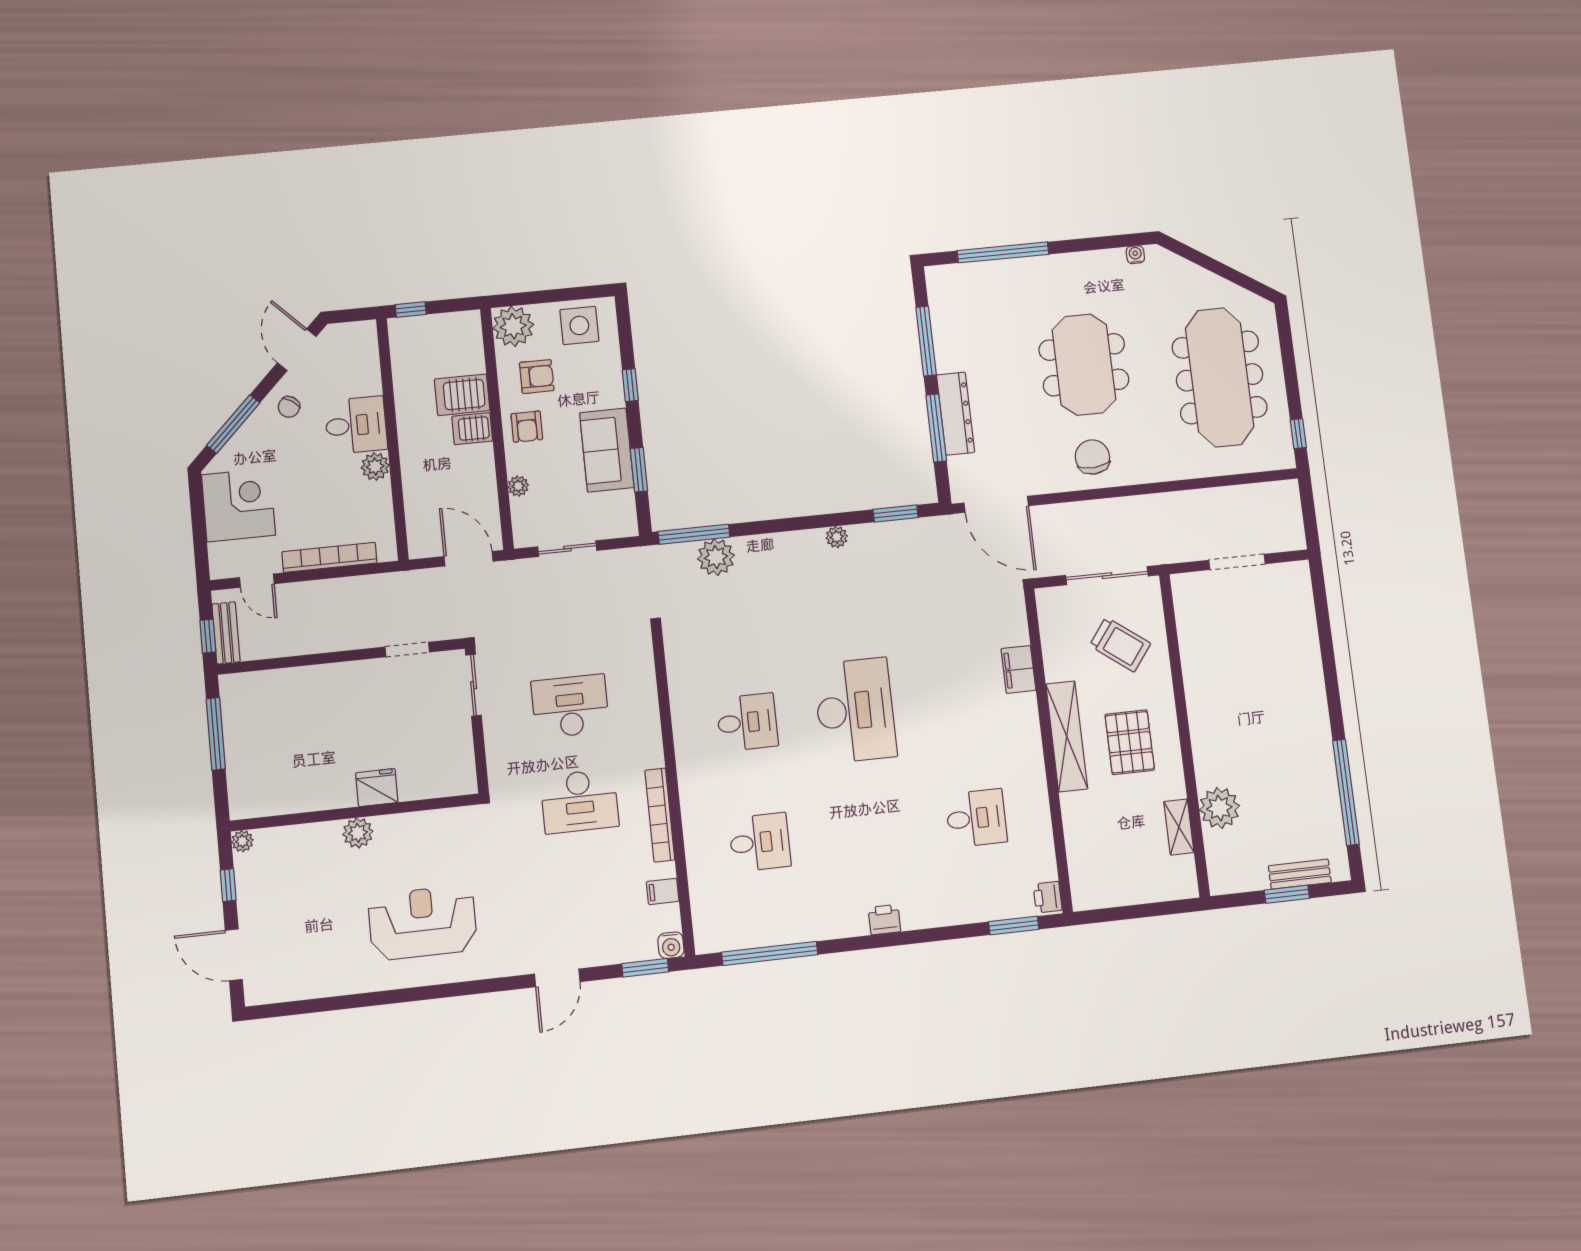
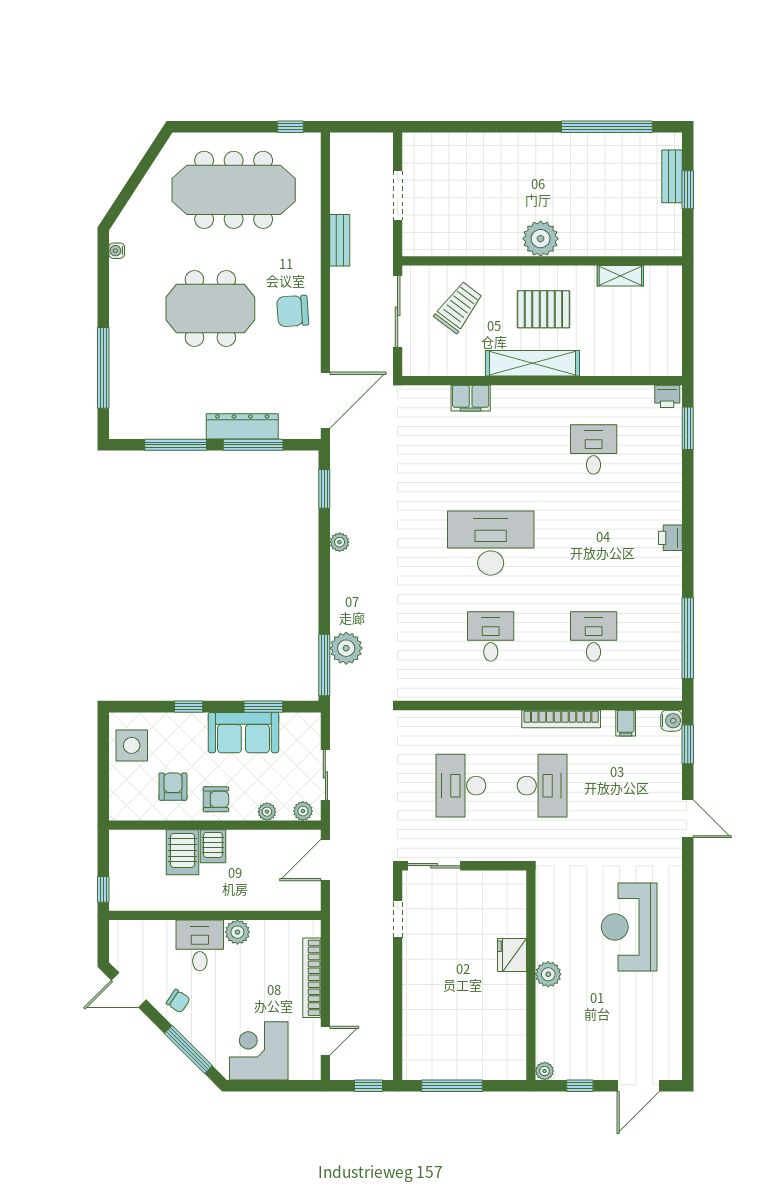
plant: (513, 326) -> (303, 811), moved, width x0.53, depth x0.53
bench: (226, 633) -> (340, 240), moved, turned 90
plant: (1219, 808) -> (541, 239), moved

